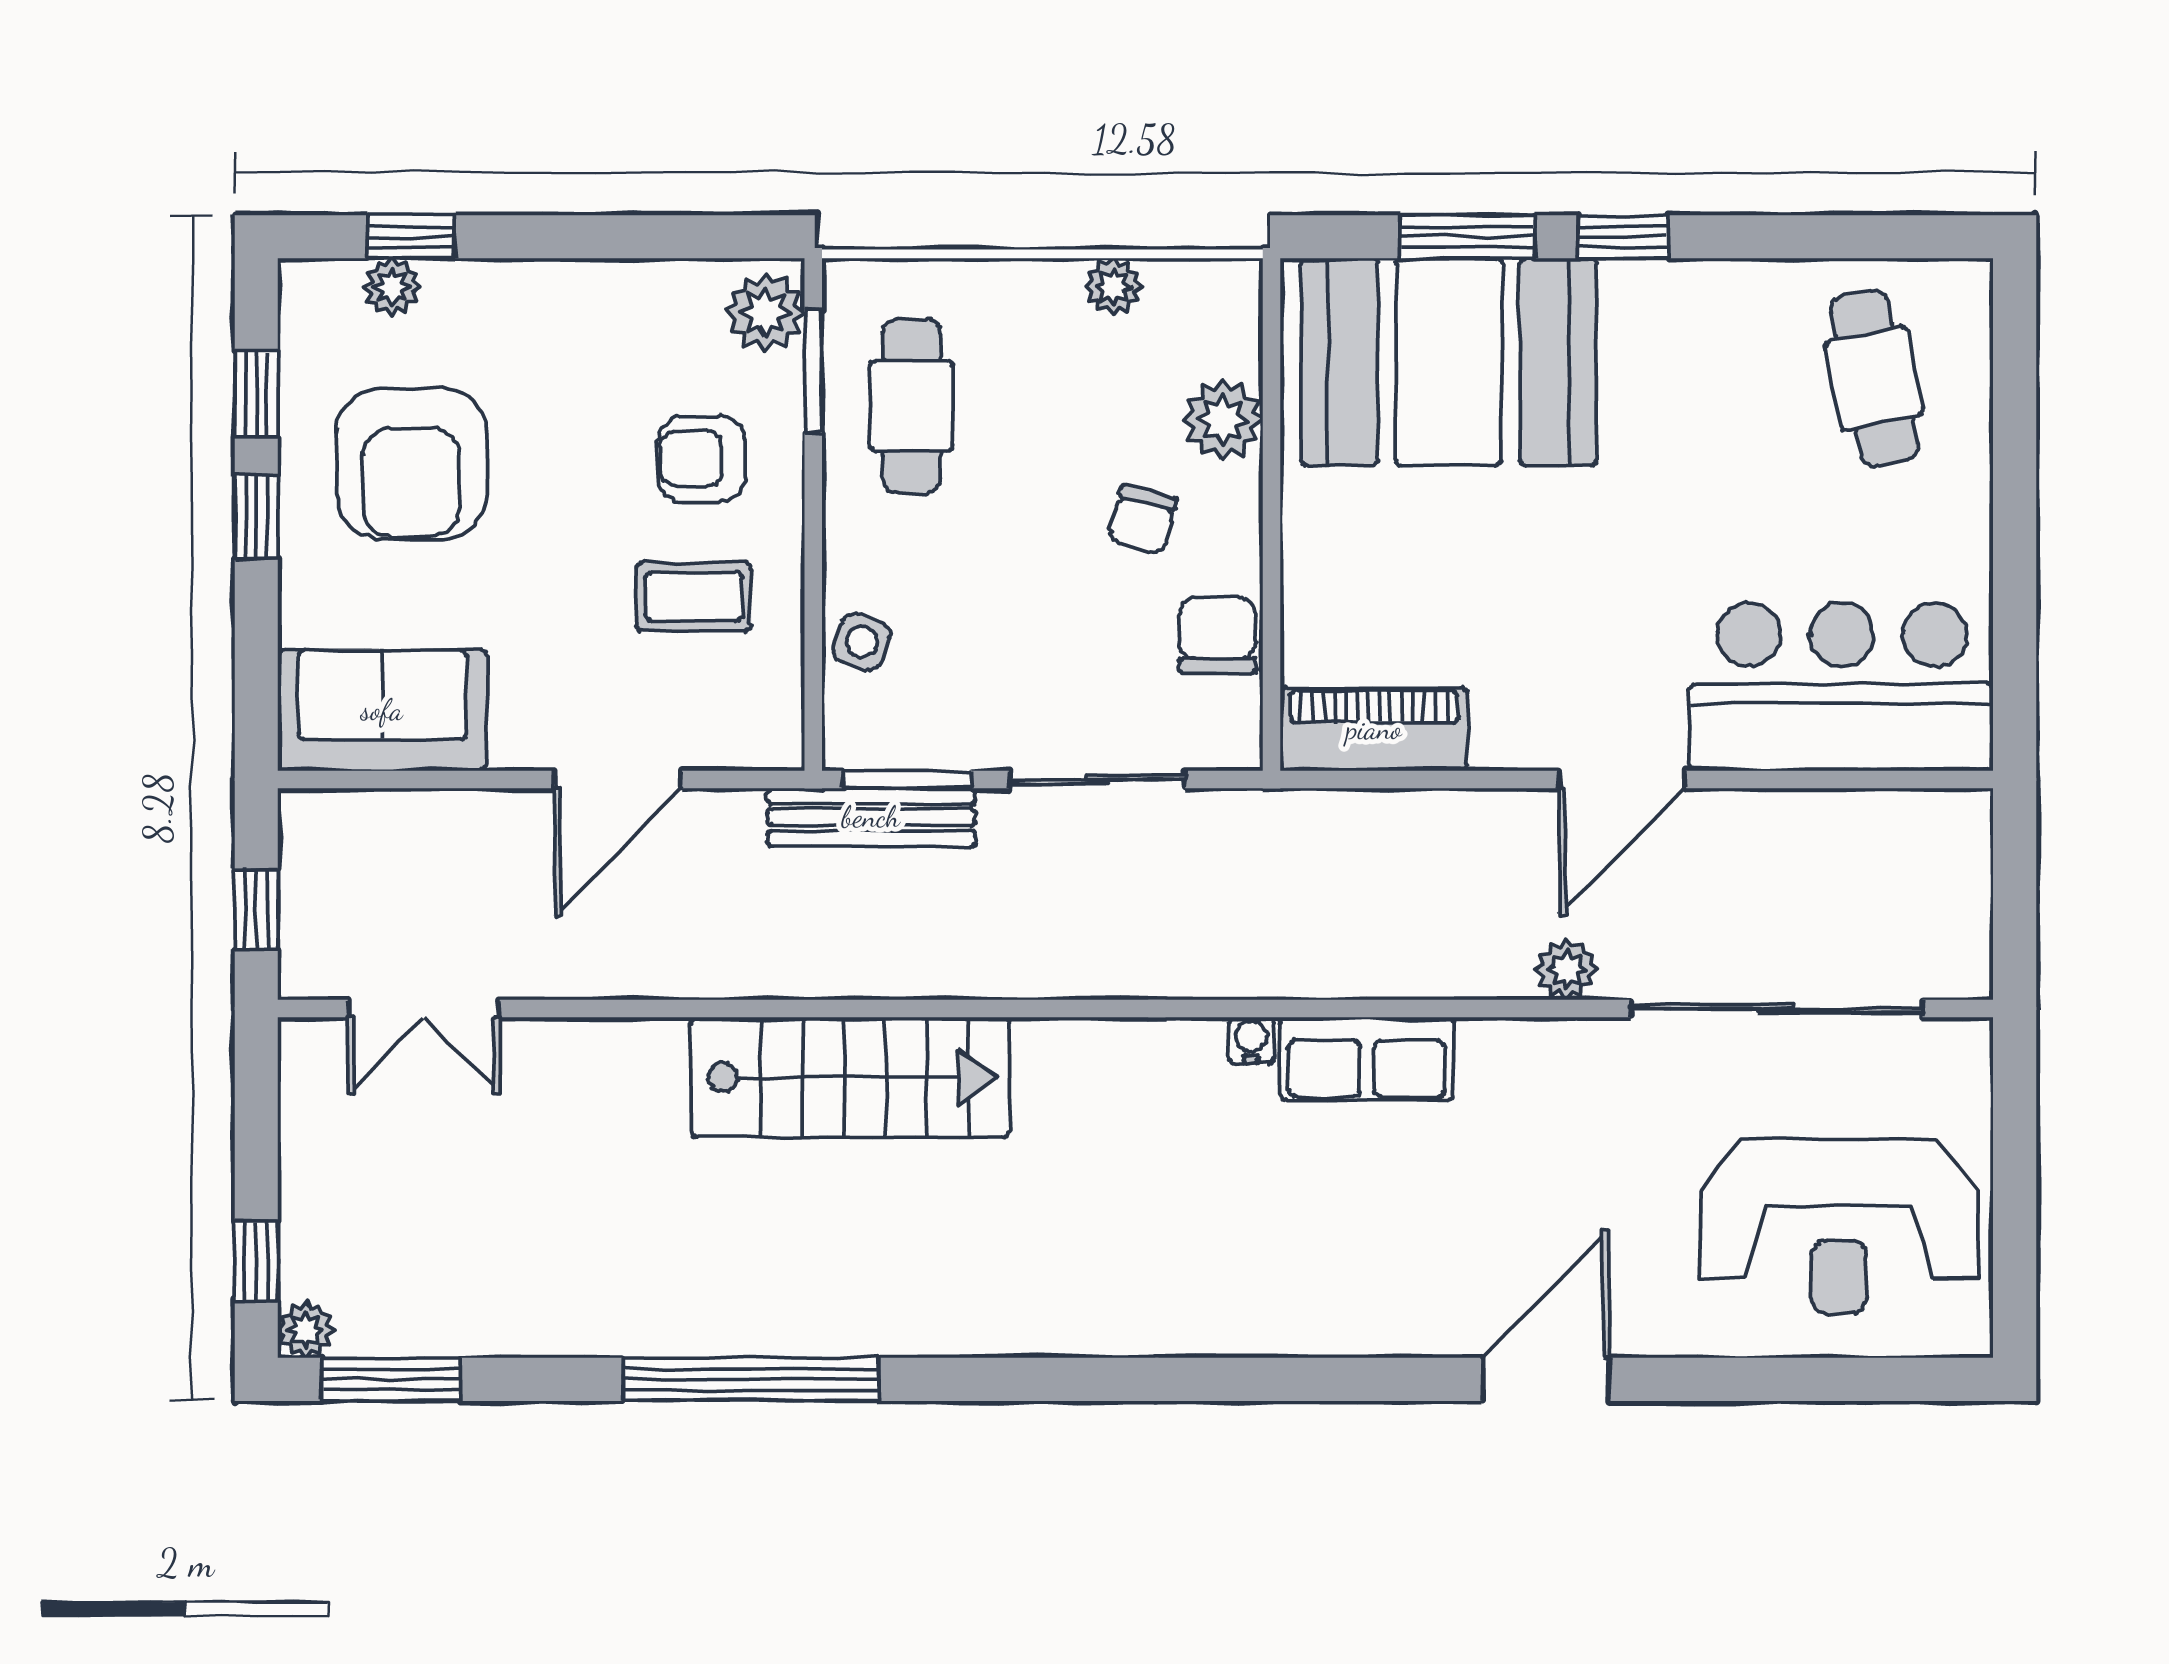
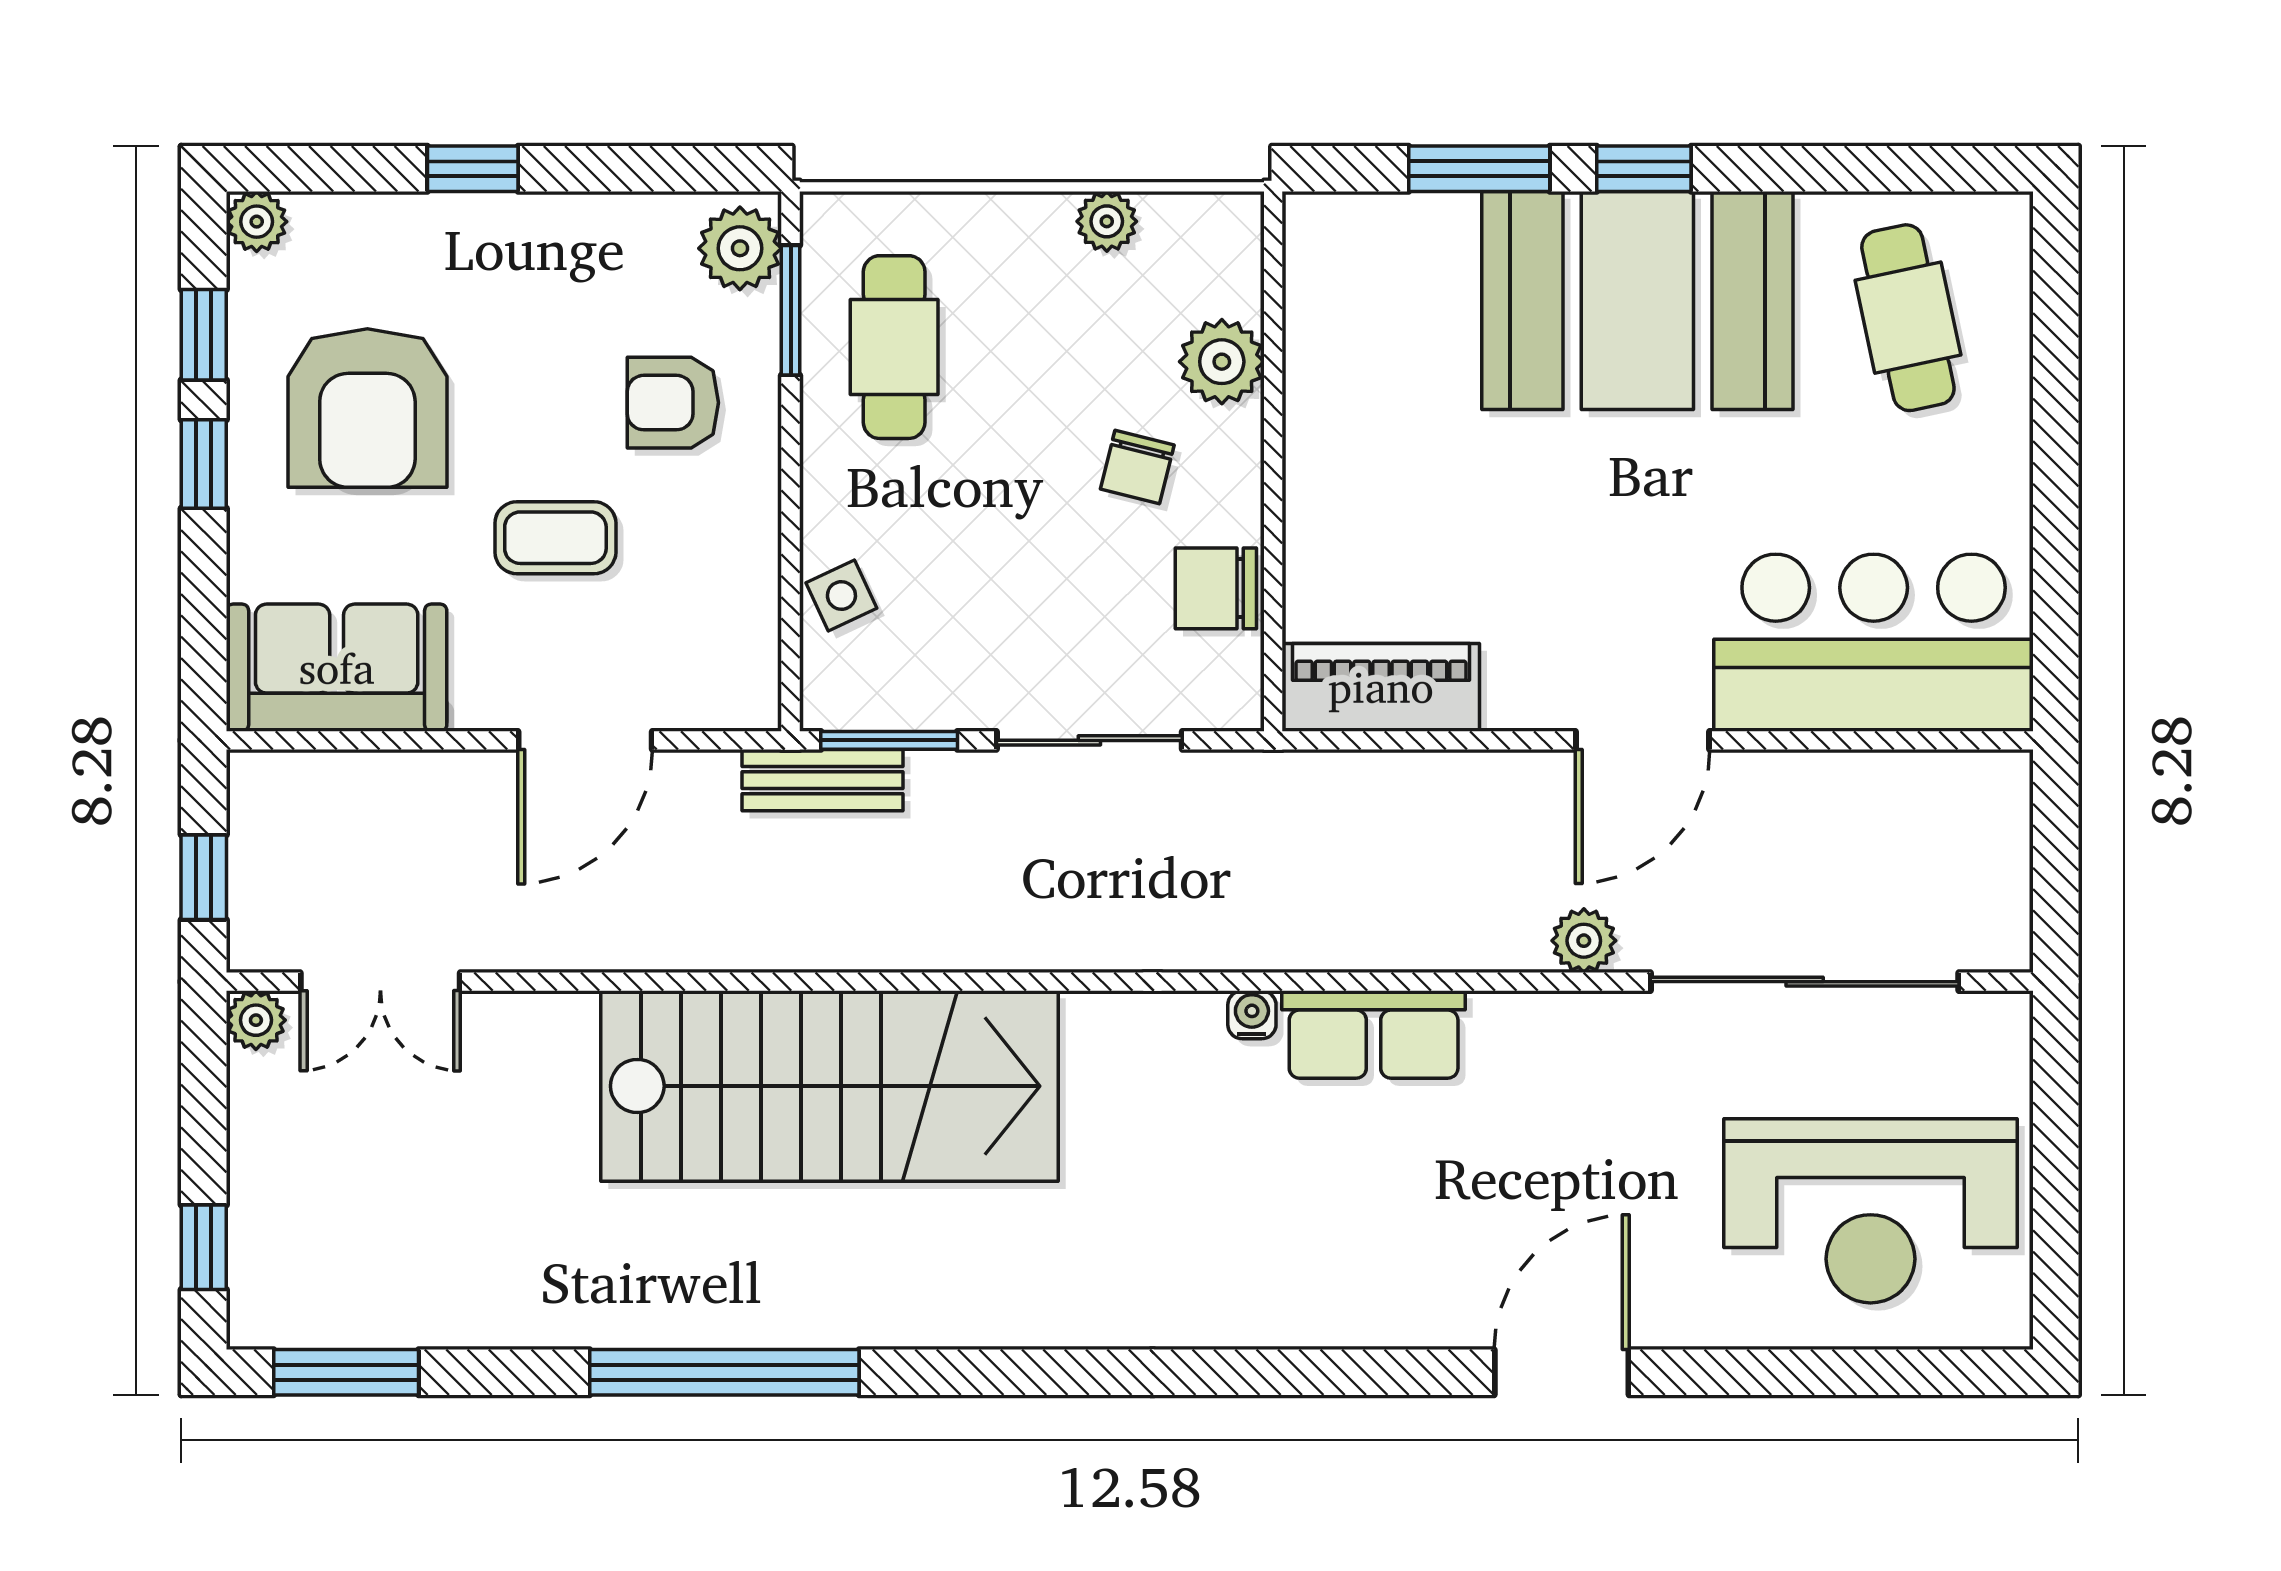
window: (411, 237) -> (473, 169), moved
plant: (392, 287) -> (257, 222), moved
booth: (1449, 362) -> (1637, 300), moved
coffee table: (694, 596) -> (555, 538), moved
chair: (1217, 635) -> (1216, 588), turned -90
side table: (862, 642) -> (841, 595), turned 45
bench: (871, 817) -> (822, 780), width x0.73
stairs: (850, 1077) -> (829, 1086), width x1.36, depth x1.51
plant: (306, 1330) -> (256, 1020), moved

